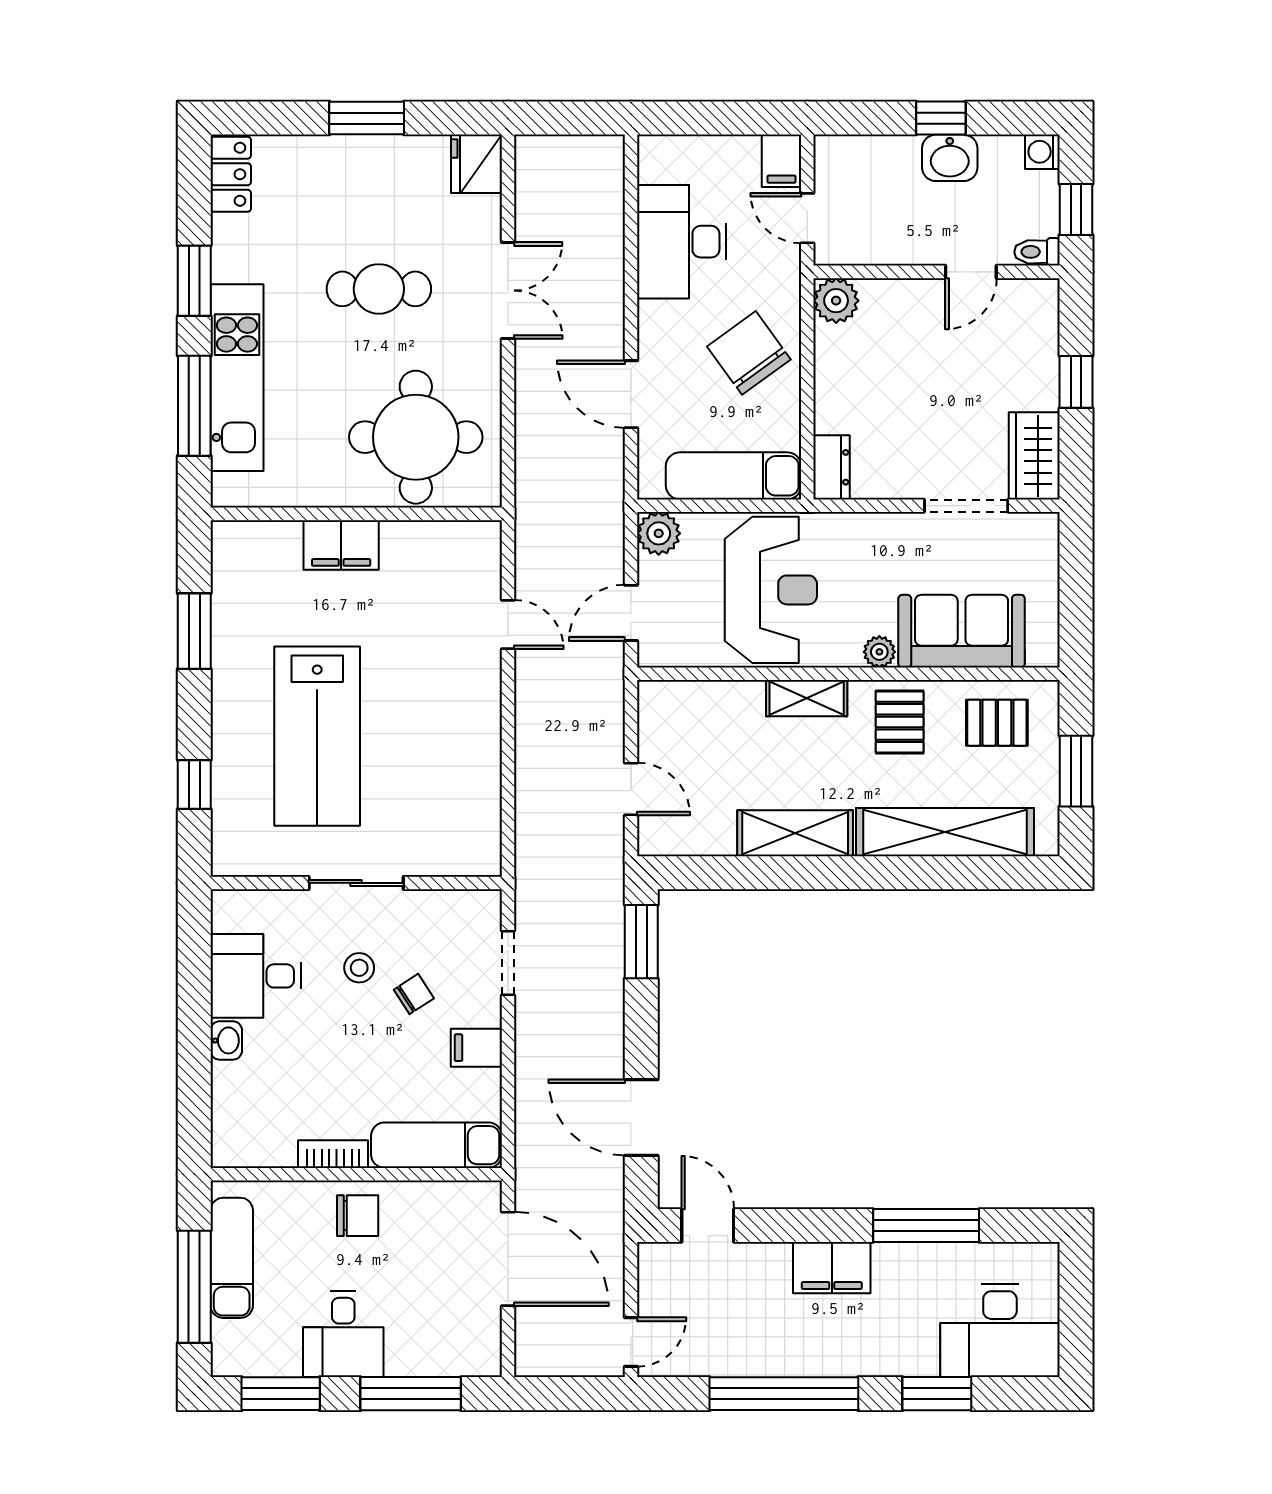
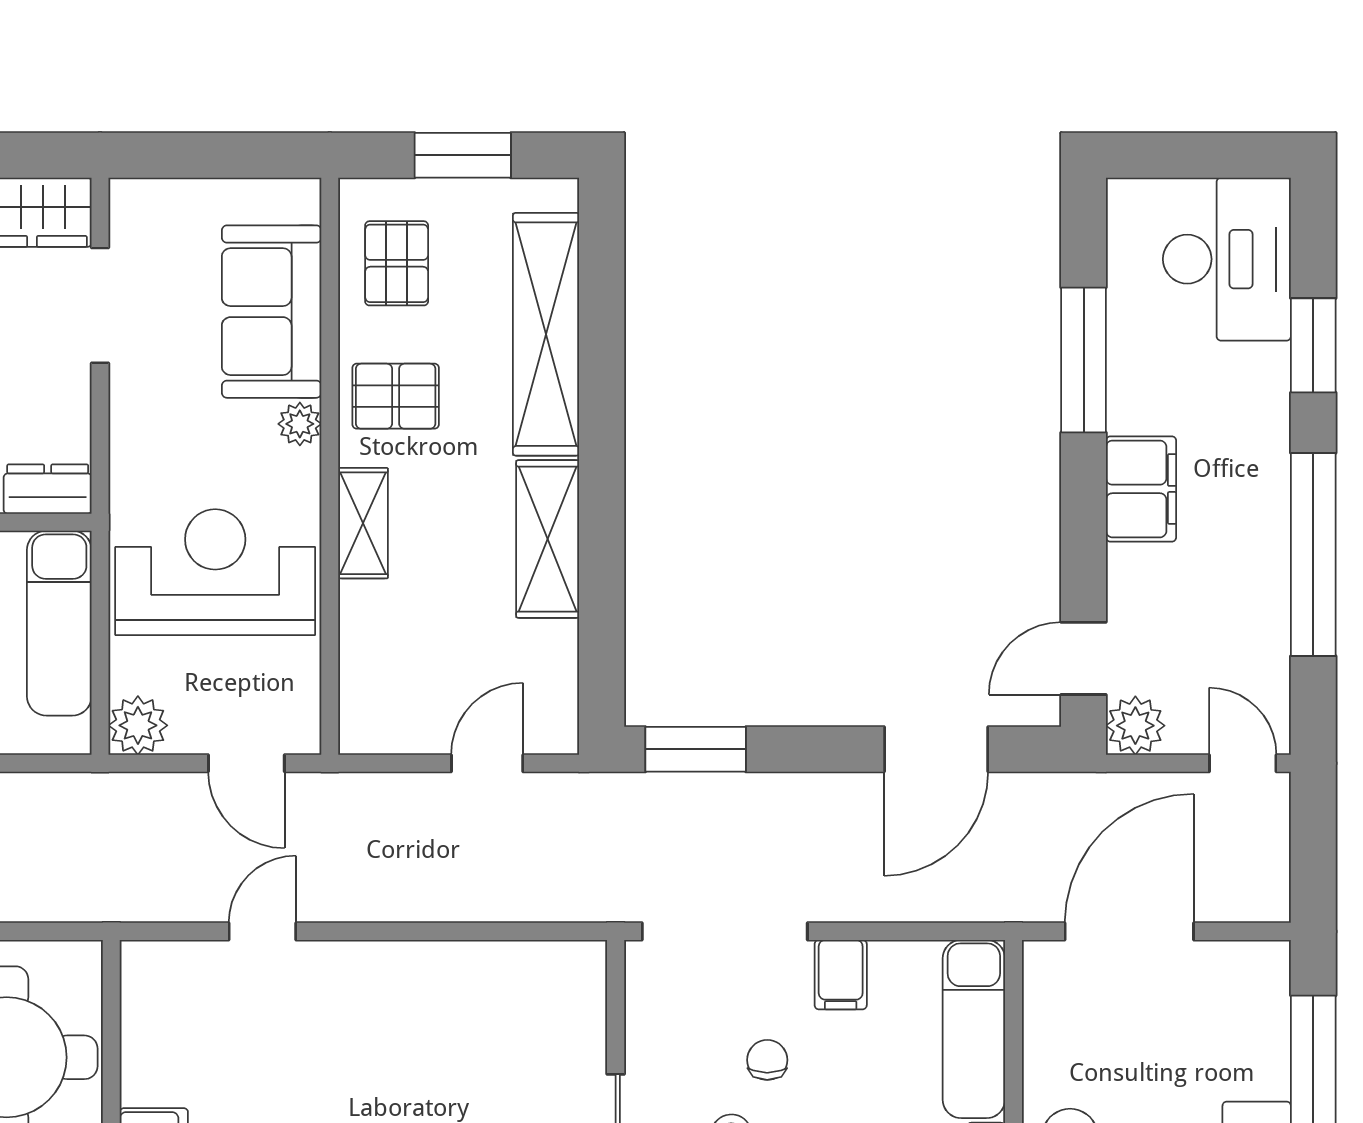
doorway: (508, 963) -> (725, 931), width x1.88
chair: (414, 994) -> (767, 1060), turned 33
plant: (659, 1263) -> (1135, 726), added

